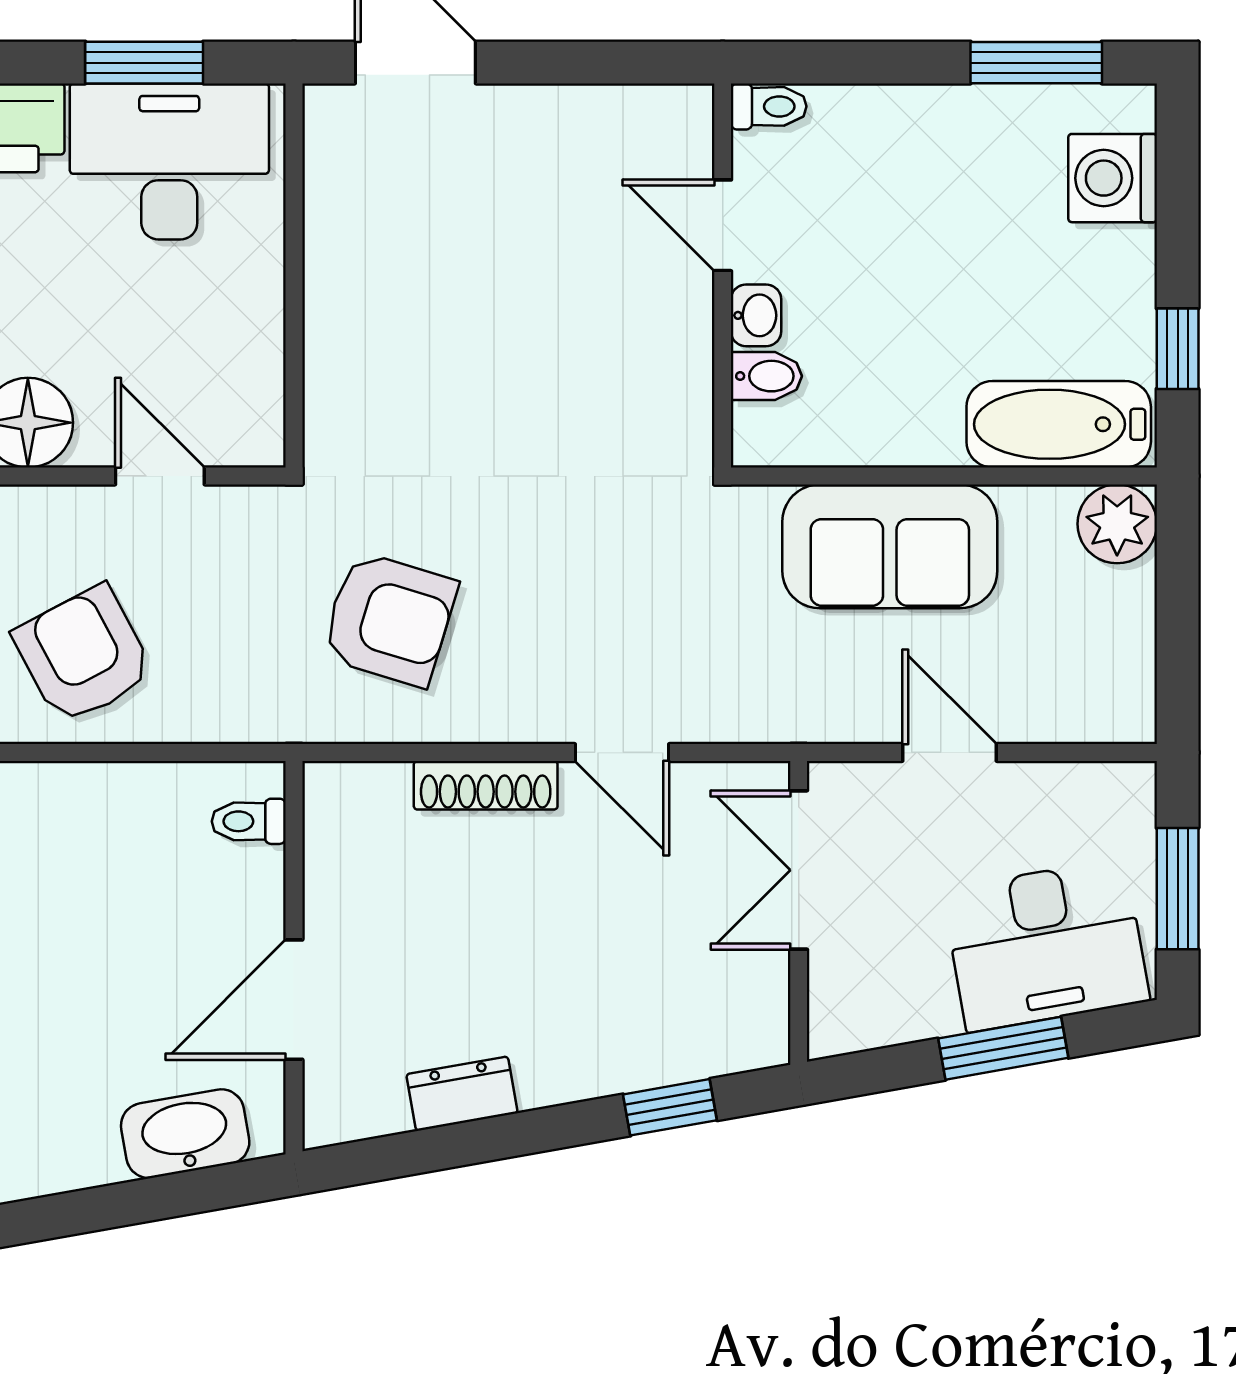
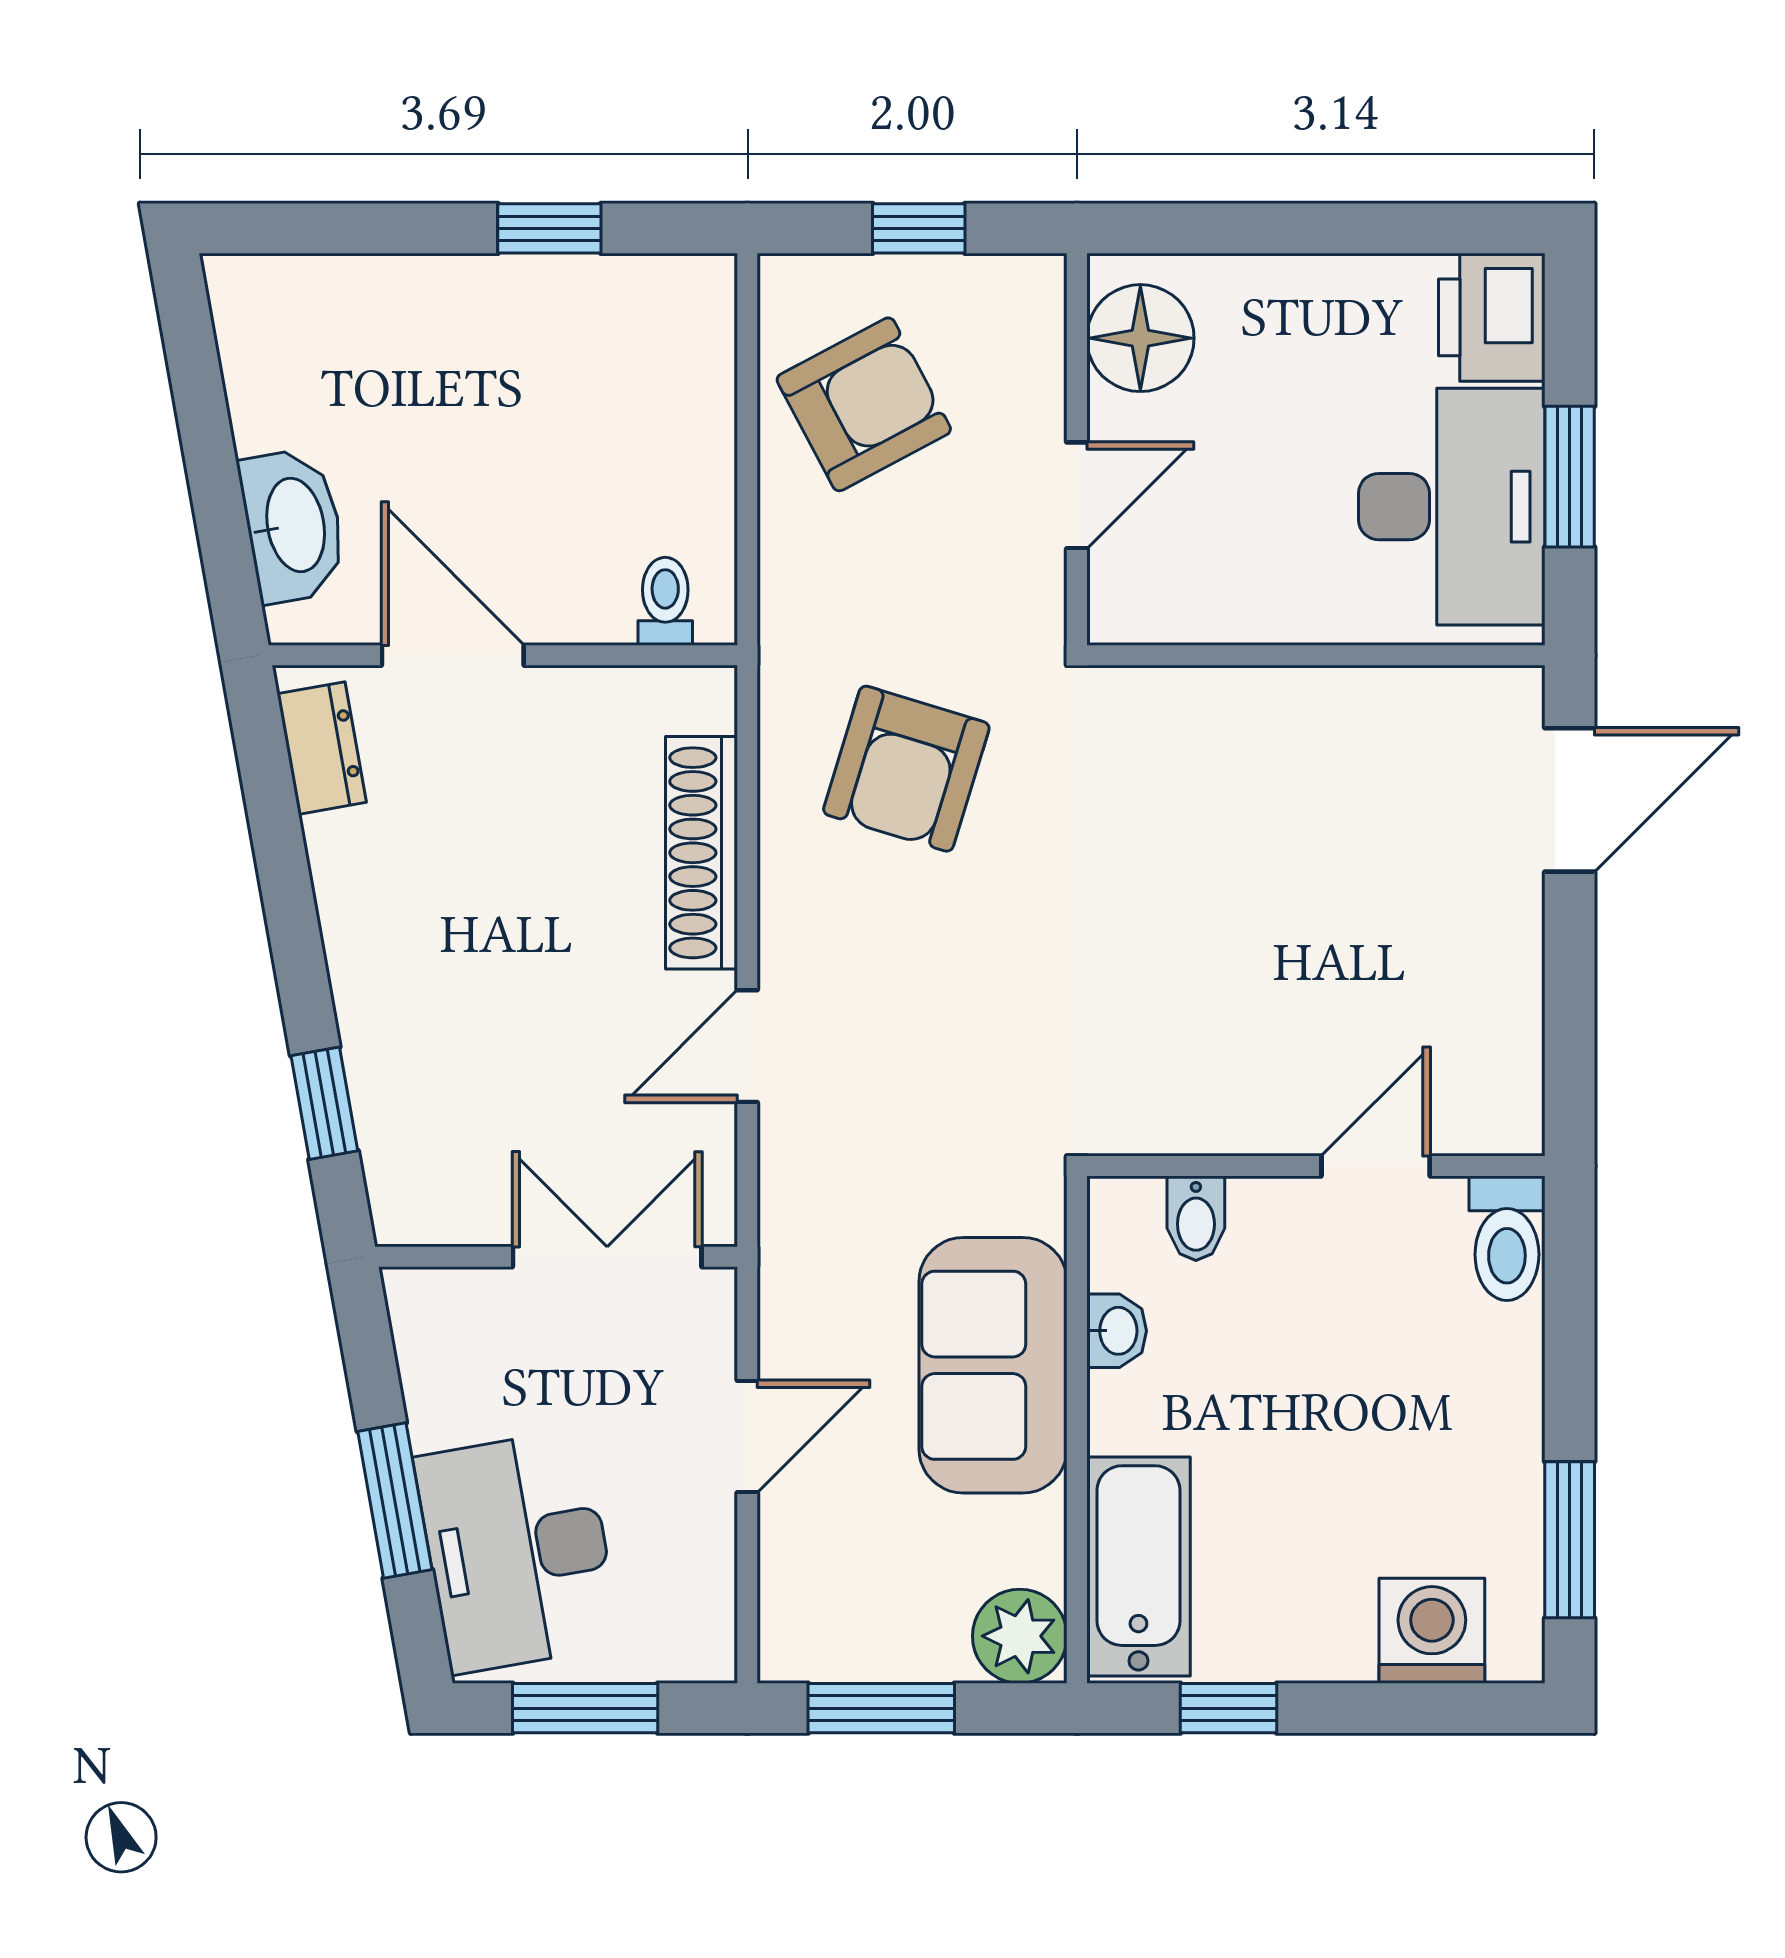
toilet: (769, 106) -> (1507, 1238), width x1.37, depth x1.39
washbasin: (756, 315) -> (1117, 1331), moved, turned -90
window: (1178, 640) -> (881, 1708), added
shoe rack: (486, 785) -> (701, 853), width x1.36, depth x1.24
dresser: (462, 1094) -> (322, 748), moved

